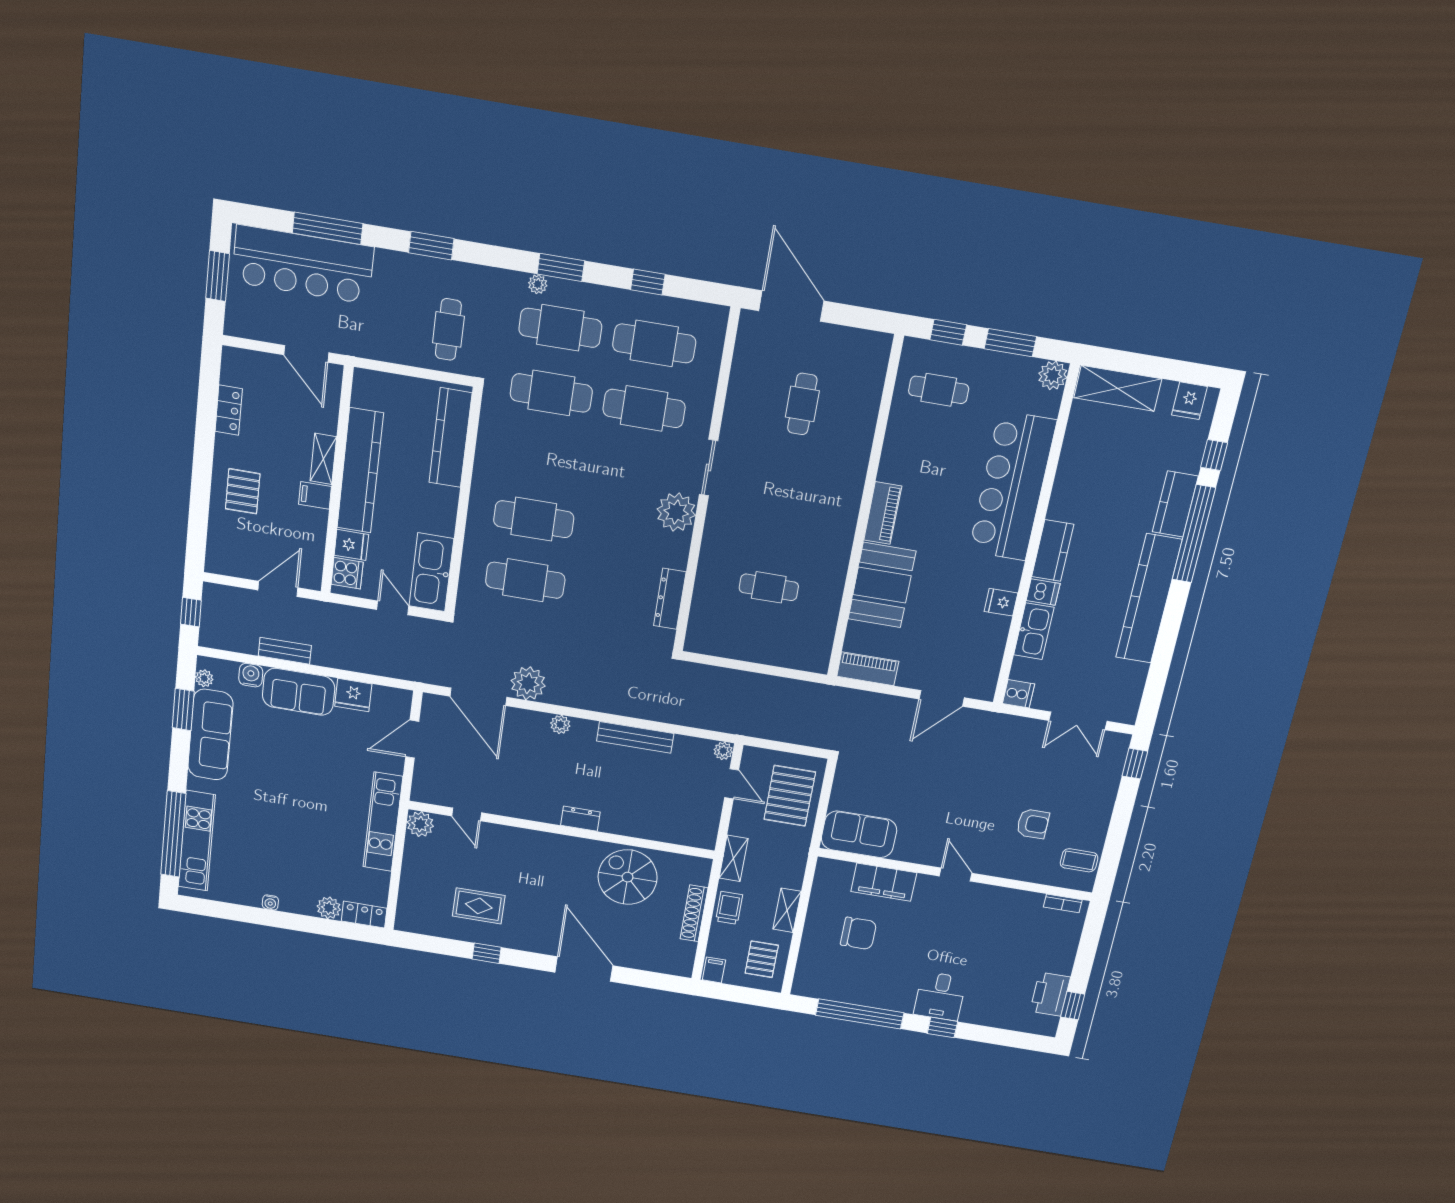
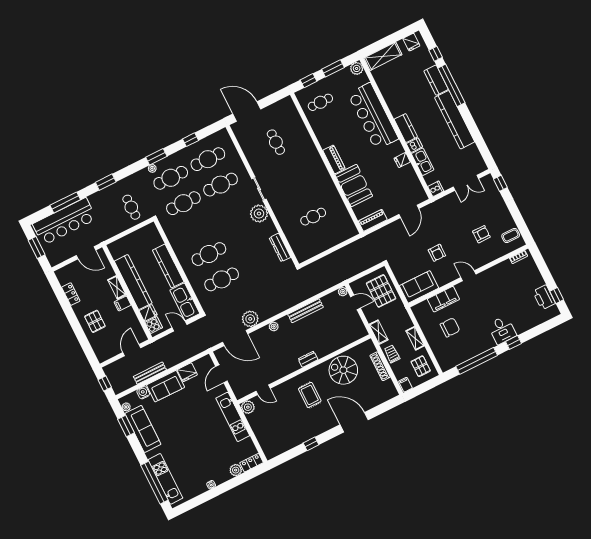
kitchen counter: (450, 438) -> (168, 266), moved
bench: (285, 651) -> (150, 373), width x1.36
armchair: (934, 801) -> (437, 253), added
rug: (479, 906) -> (310, 395), moved, turned 90

